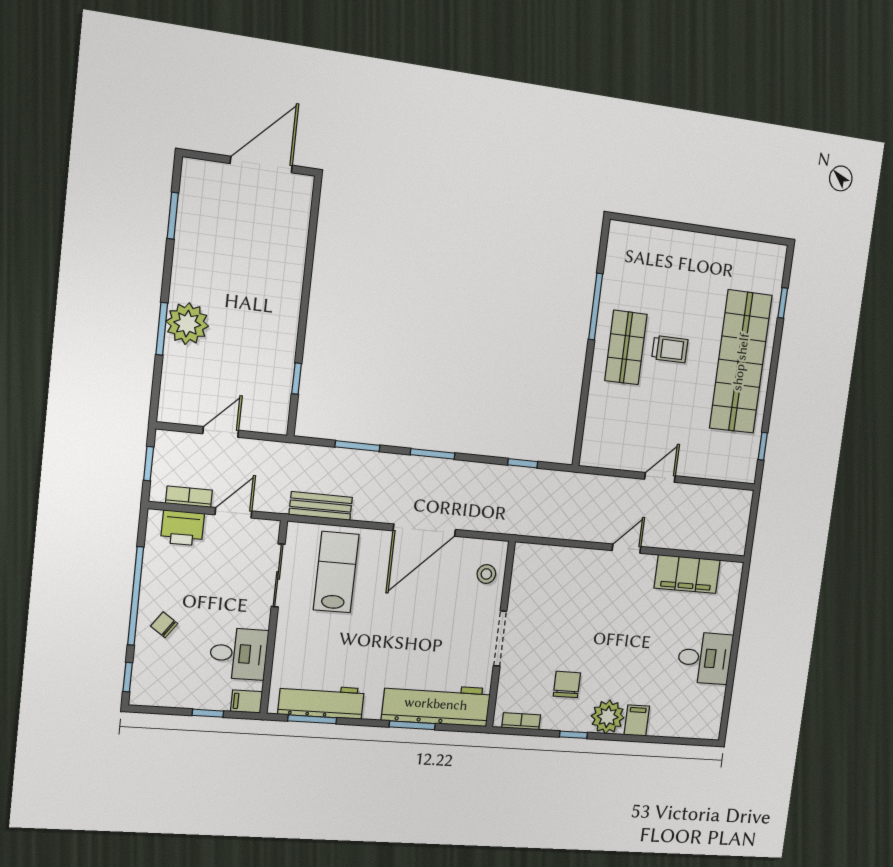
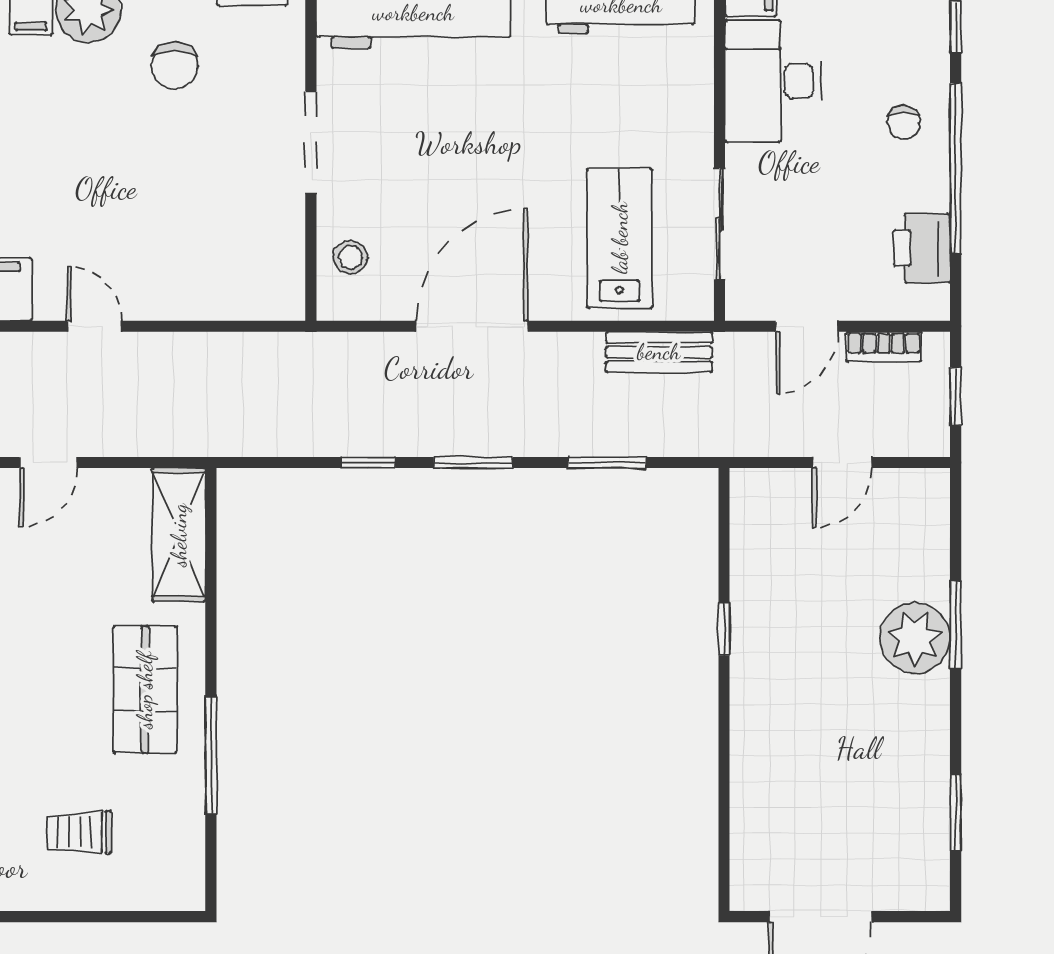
trolley: (670, 349) -> (79, 832), moved
window: (297, 379) -> (724, 629), moved
shelving: (597, 431) -> (179, 535), added
window: (523, 463) -> (368, 462), moved
printer: (183, 528) -> (922, 248), moved, turned -90
door: (626, 549) -> (95, 326), swing flipped
lab bench: (336, 572) -> (620, 238), turned 180
chair: (164, 625) -> (904, 122), turned 55
desk: (239, 654) -> (773, 81), width x1.37

